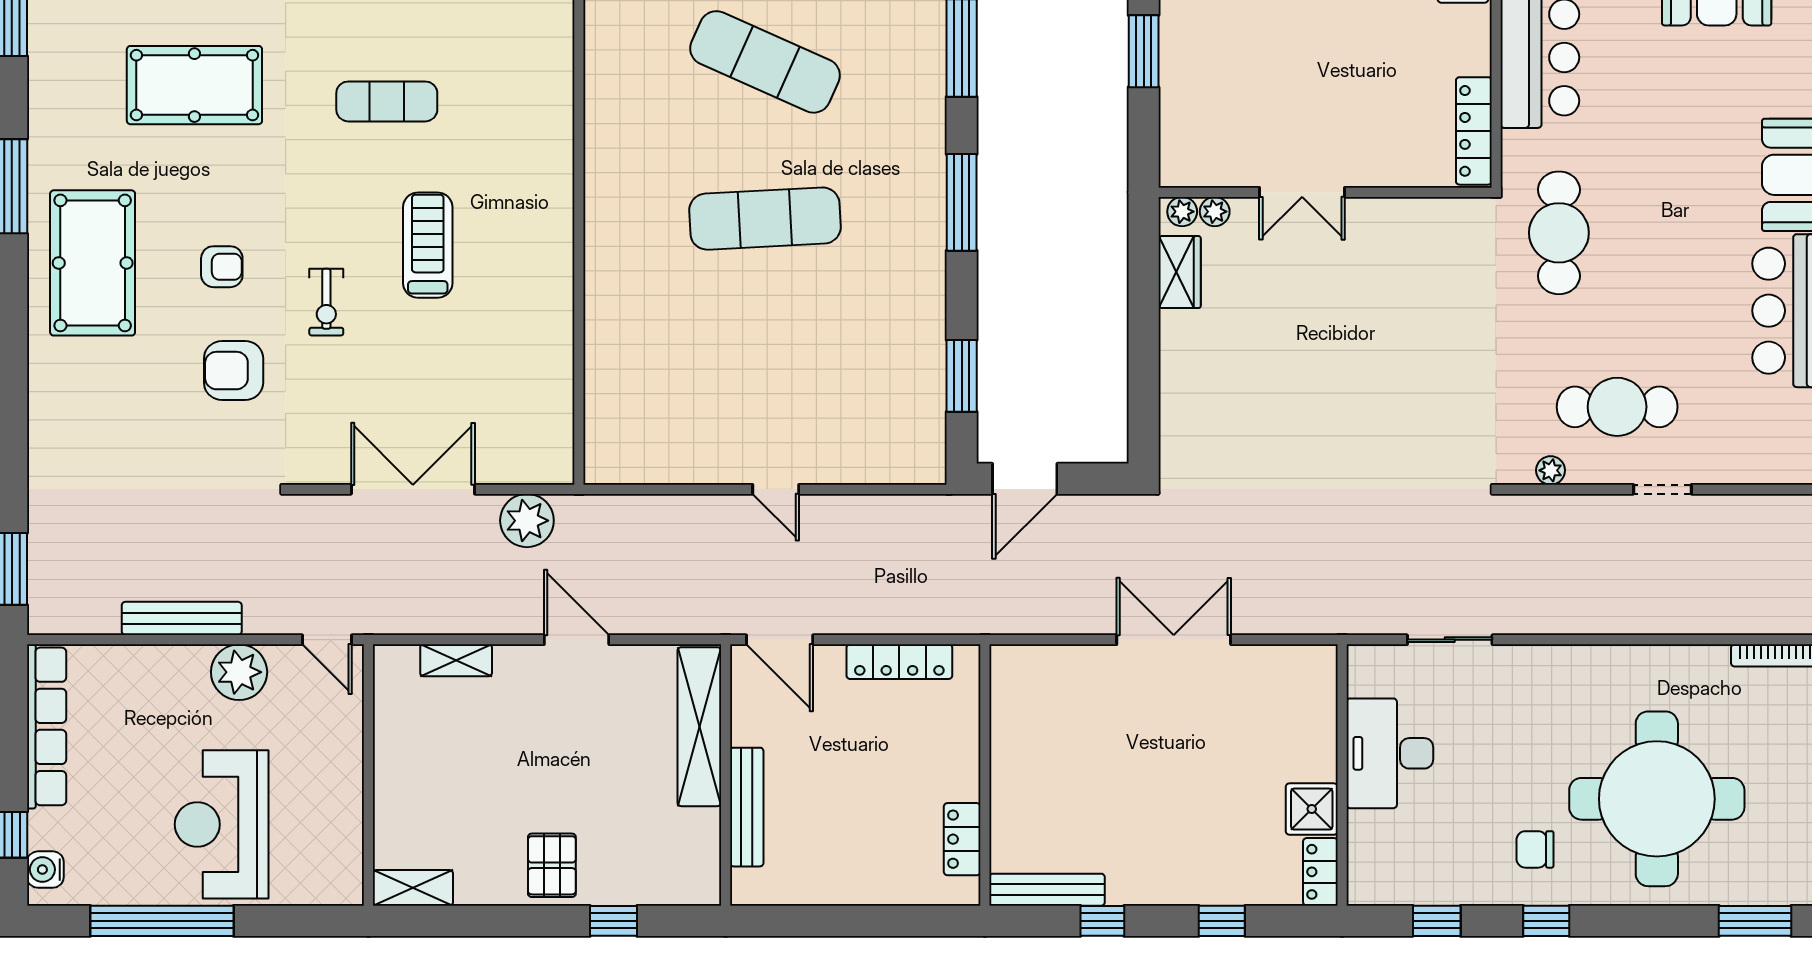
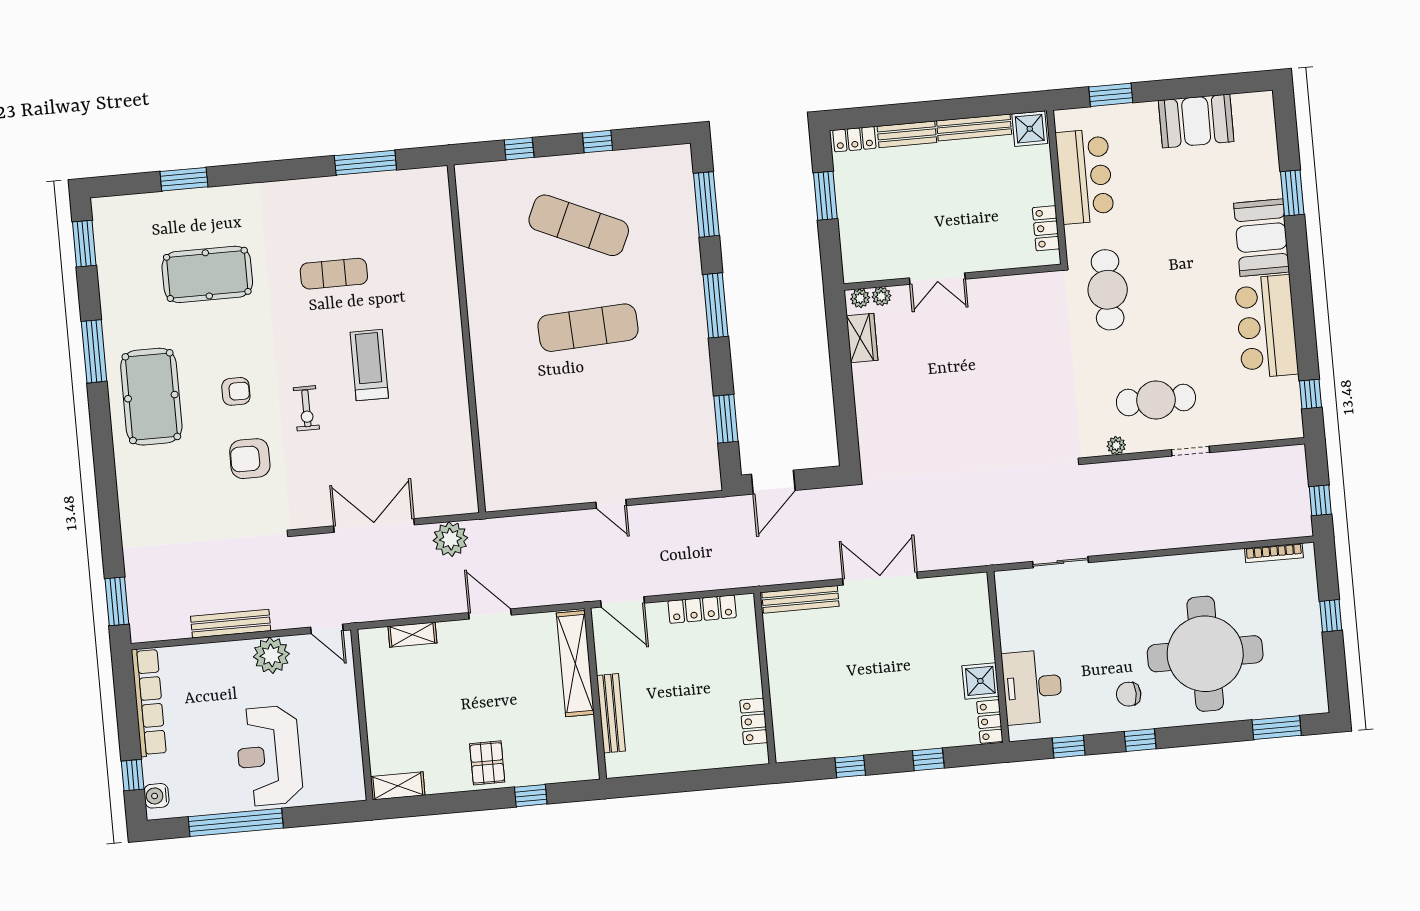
locker: (1474, 131) -> (1046, 228), width x0.66
desk: (1390, 753) -> (1032, 687), moved
bench: (1047, 890) -> (800, 599), moved

